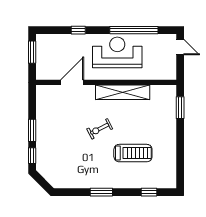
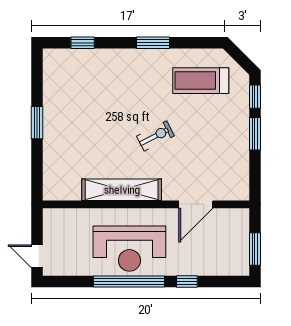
window: (134, 30) -> (129, 281), moved
window: (180, 108) -> (37, 123), moved
treadmill: (133, 153) -> (201, 81), moved

